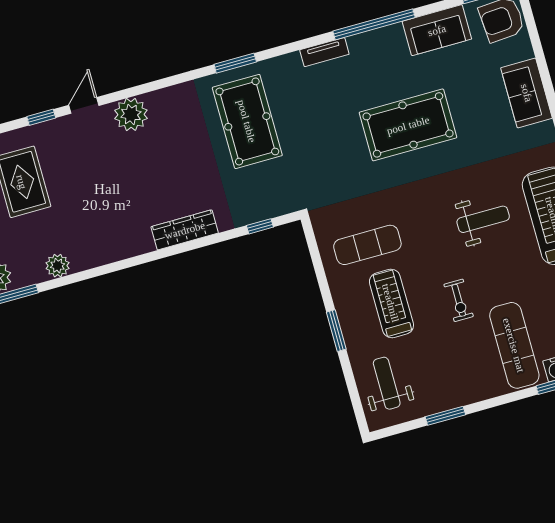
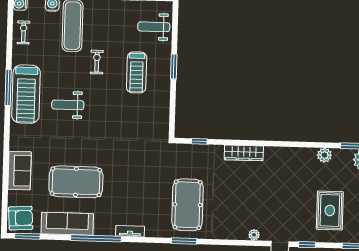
sofa: (437, 30) -> (67, 224), width x1.36
plant: (131, 114) -> (254, 235), width x0.53, depth x0.53
pool table: (408, 125) -> (76, 182), moved
exercise mat: (367, 245) -> (140, 111), removed
weight bench: (387, 383) -> (154, 27), turned 90

